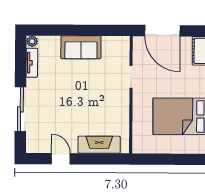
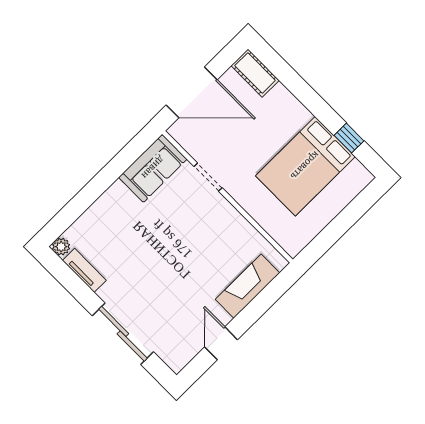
sofa: (81, 47) -> (153, 168), moved
door: (61, 159) -> (221, 343), hinge flipped

